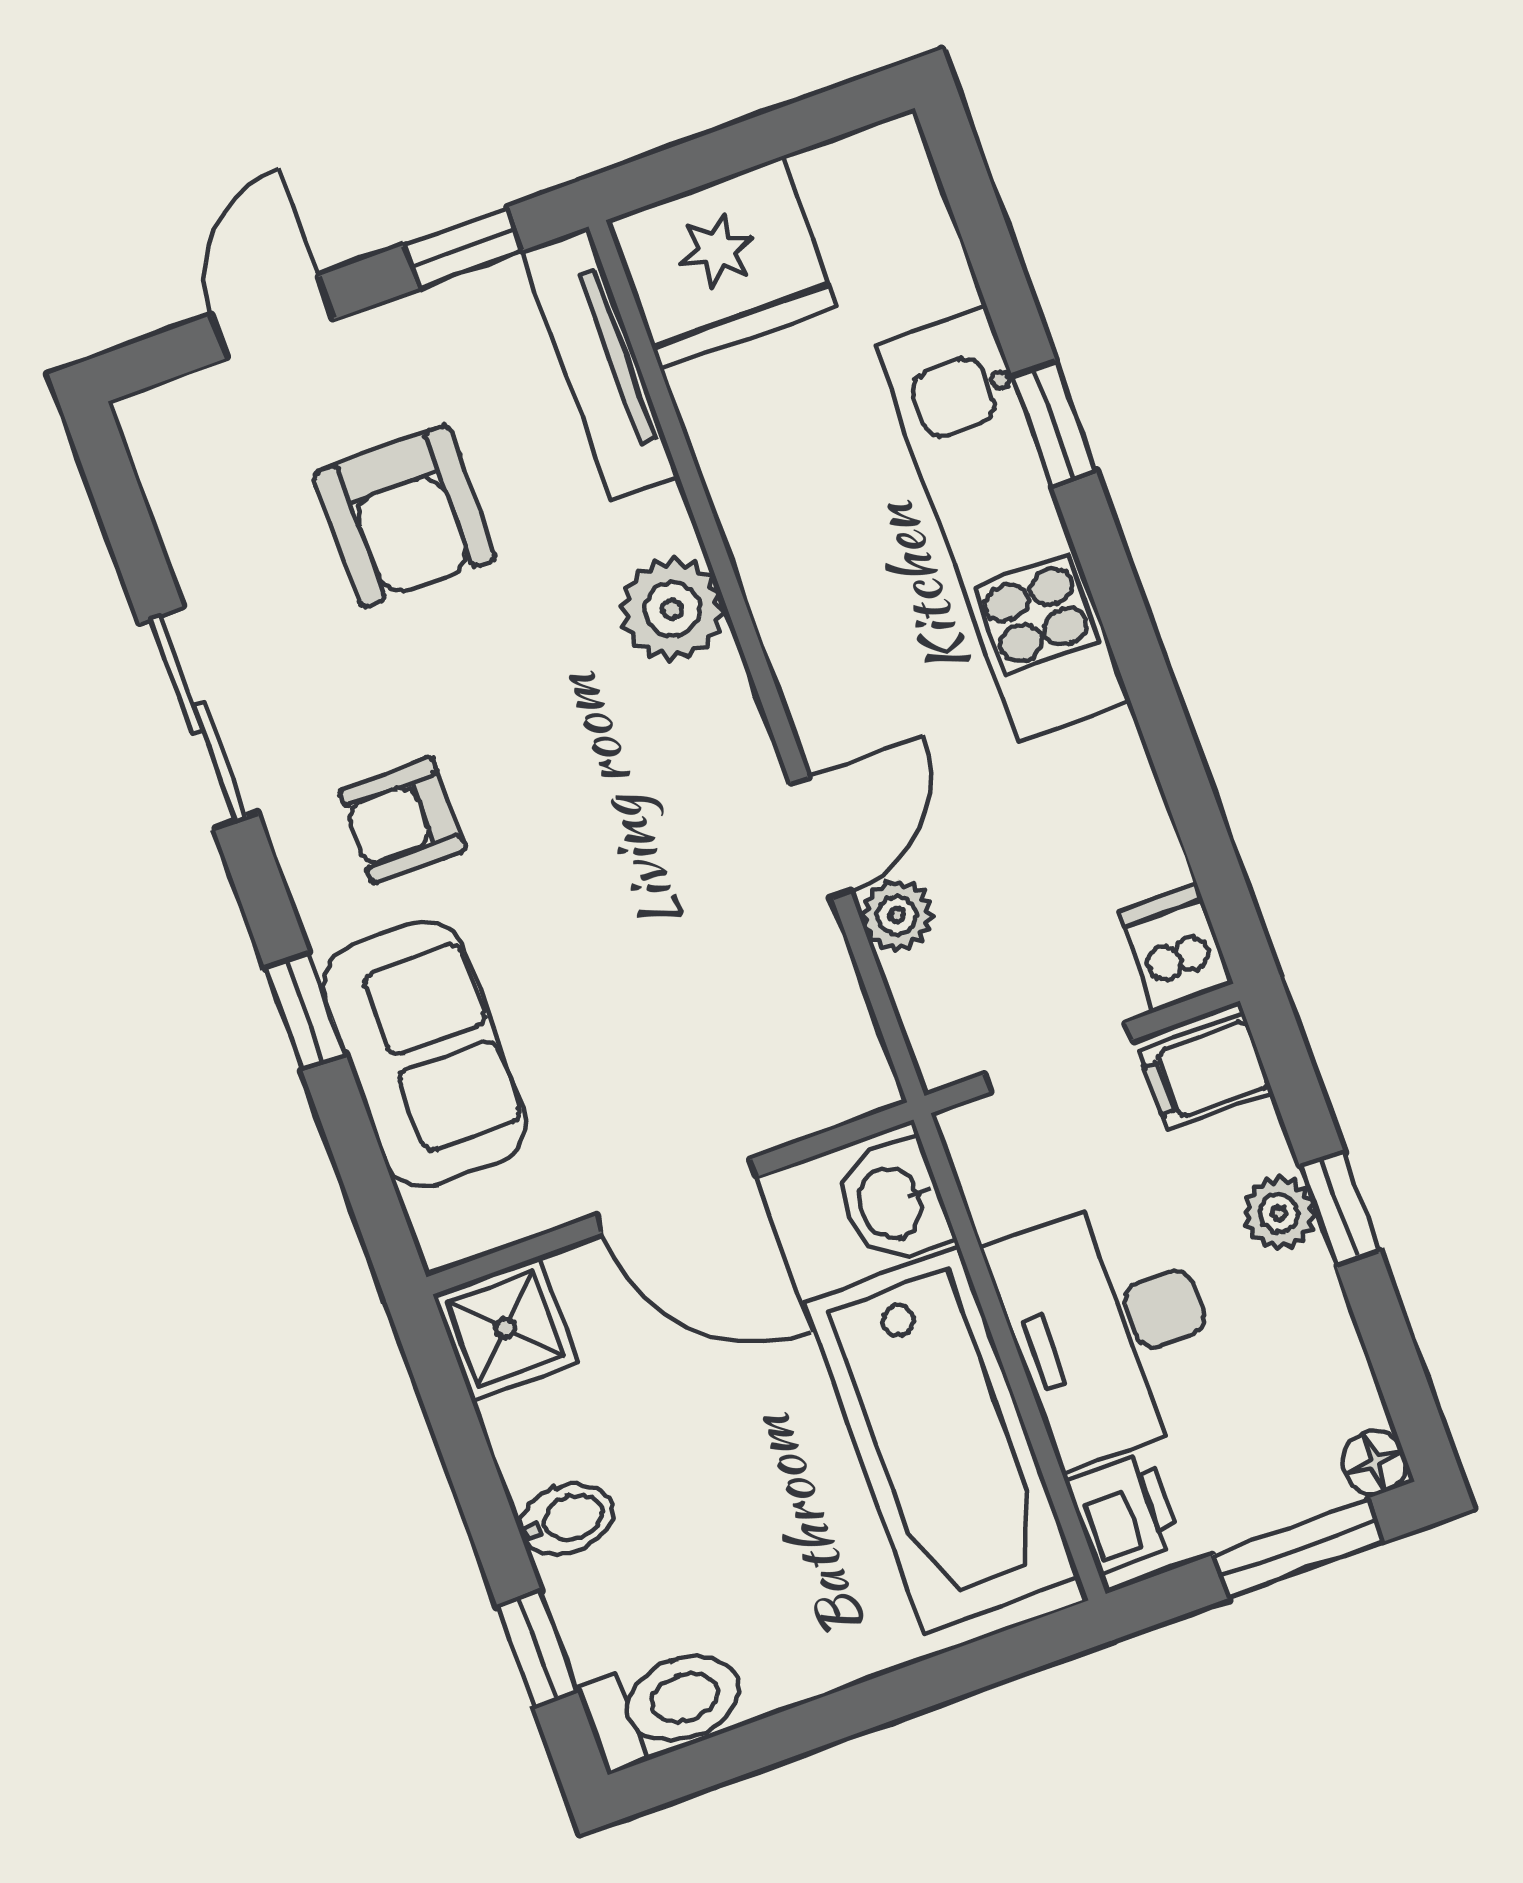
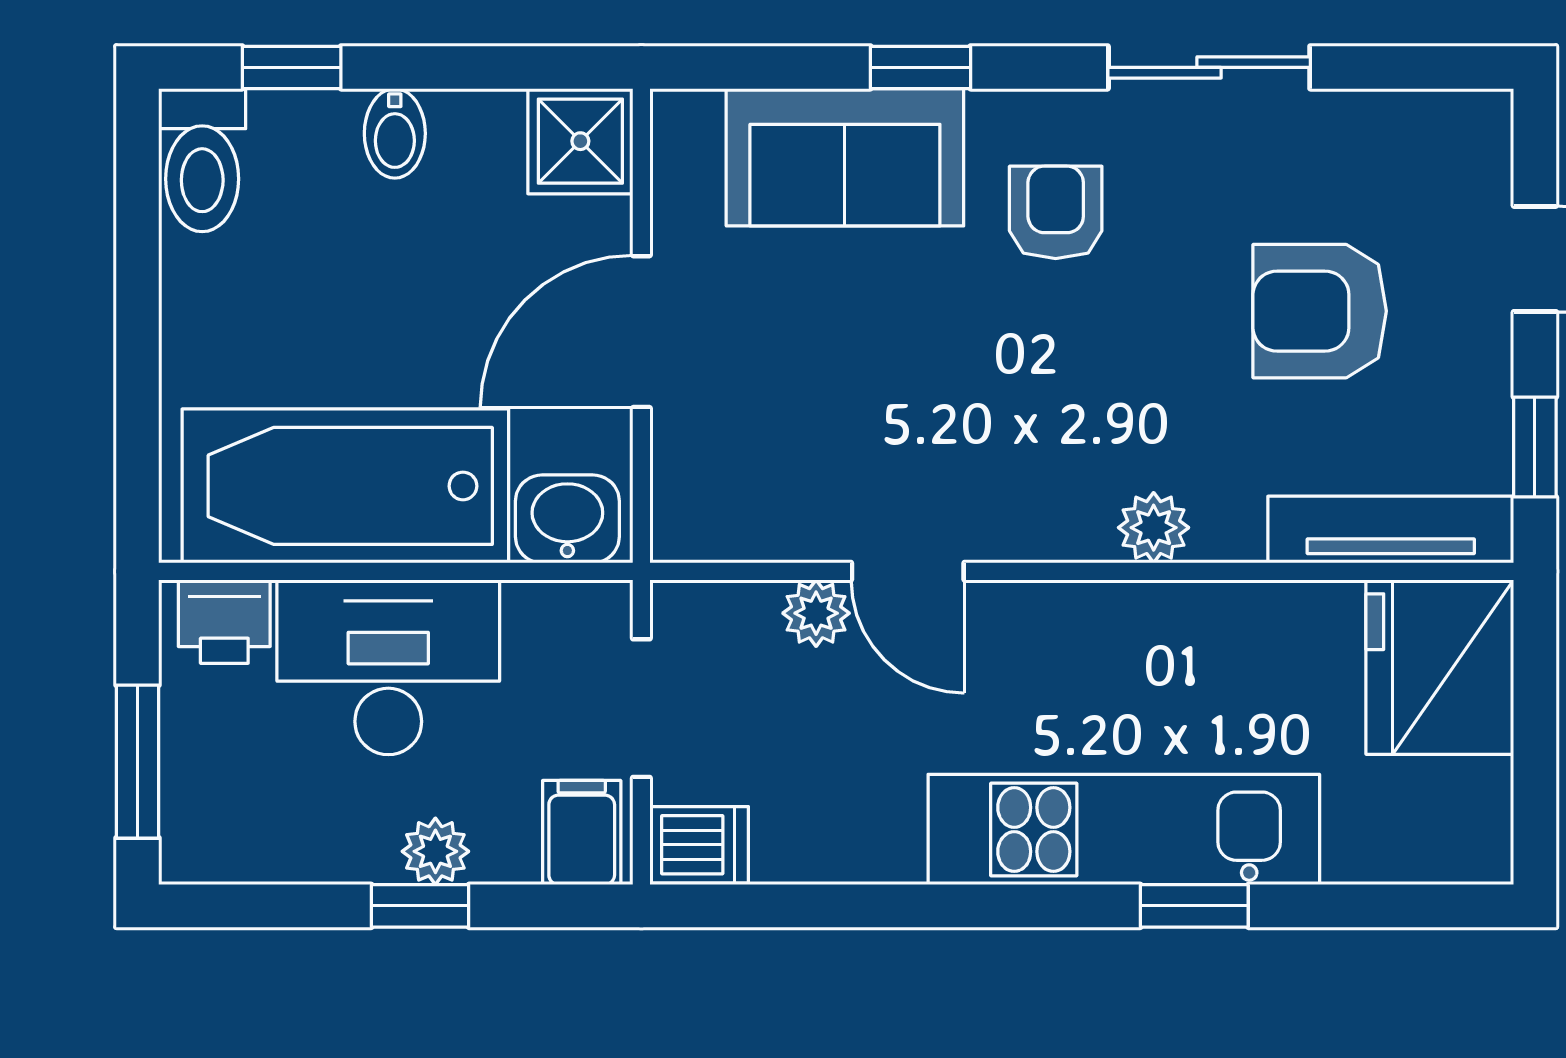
plant: (672, 609) -> (1154, 528), width x0.73, depth x0.73
floor lamp: (1374, 1463) -> (188, 855), removed

